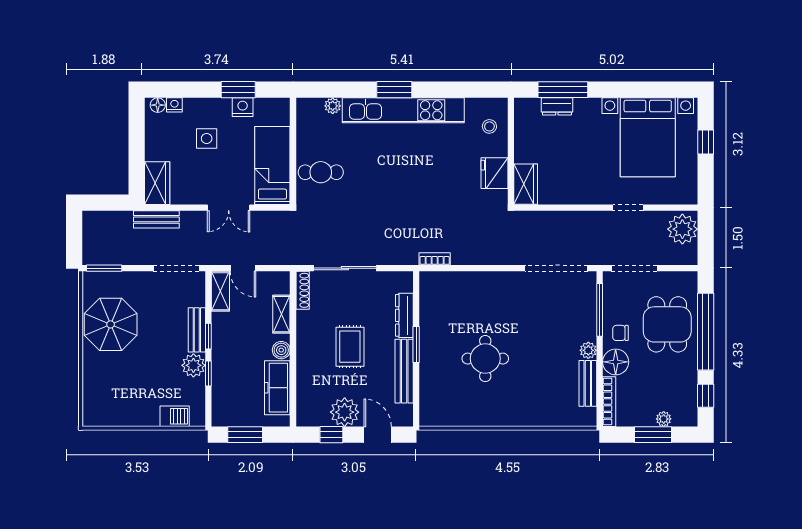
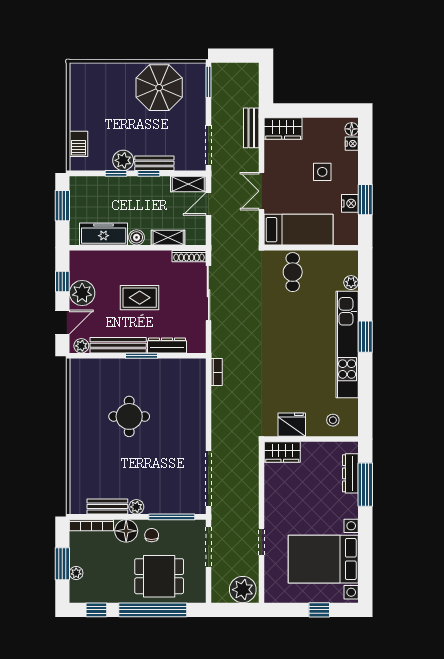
dresser: (557, 106) -> (350, 473), width x1.44
plant: (405, 413) -> (81, 346), added

